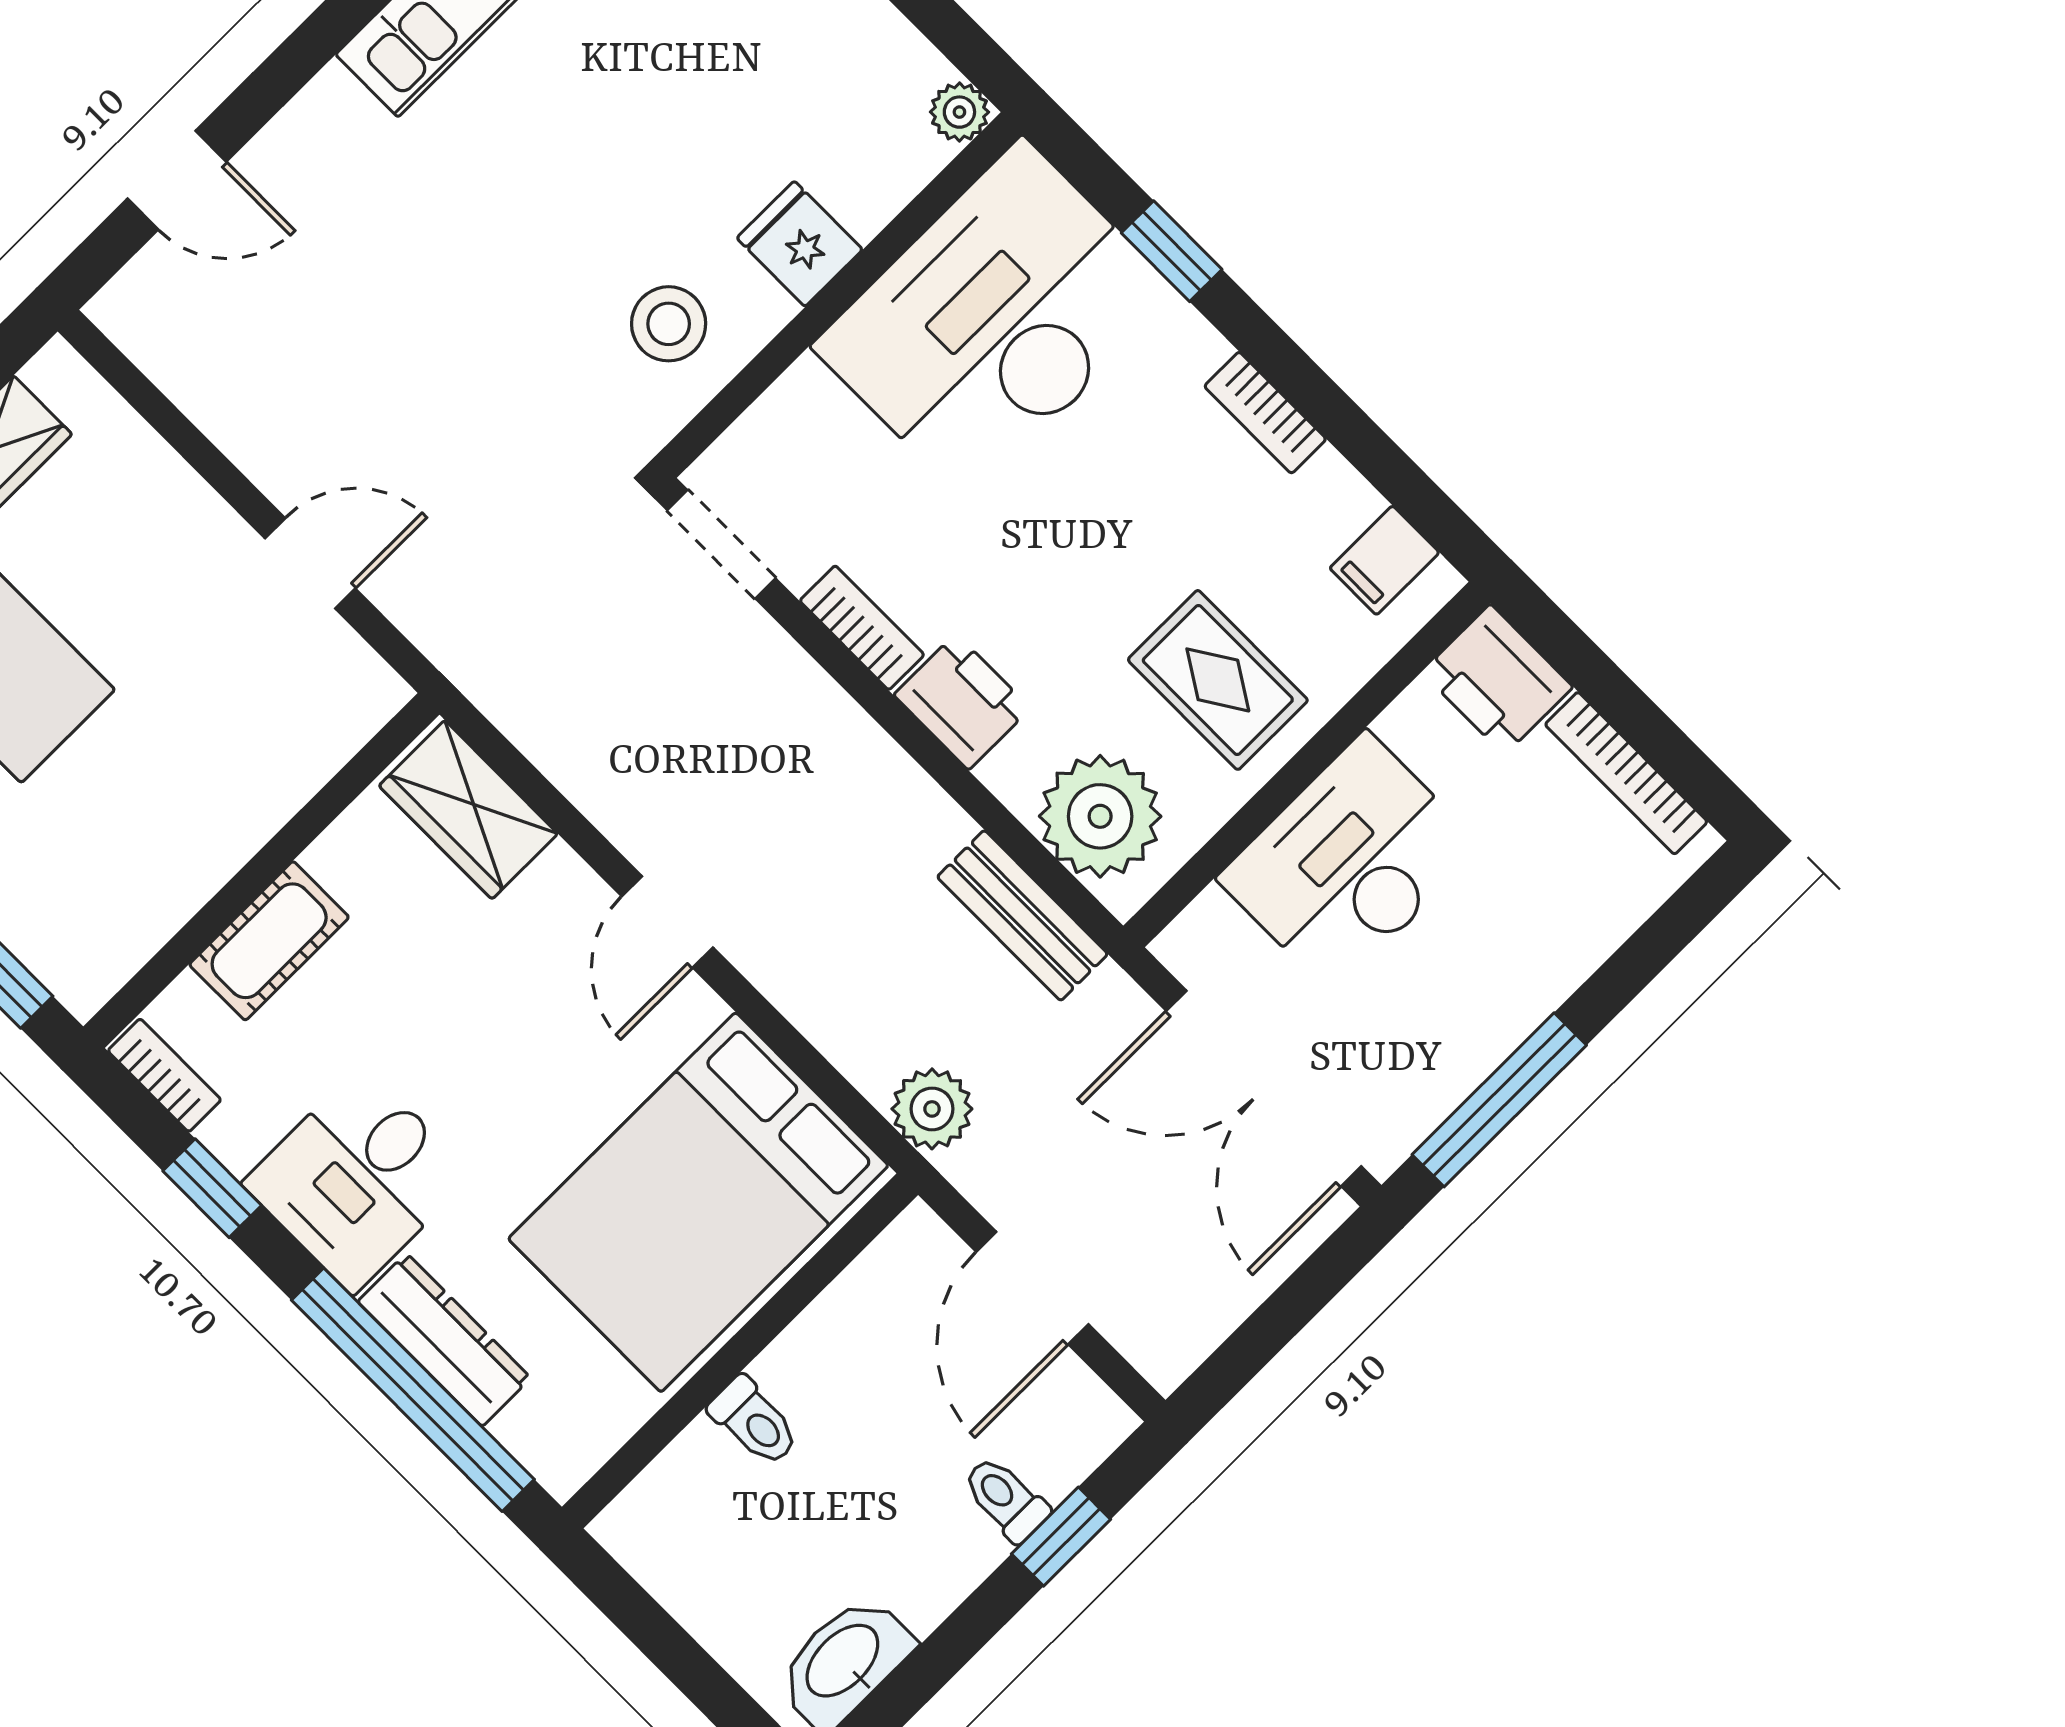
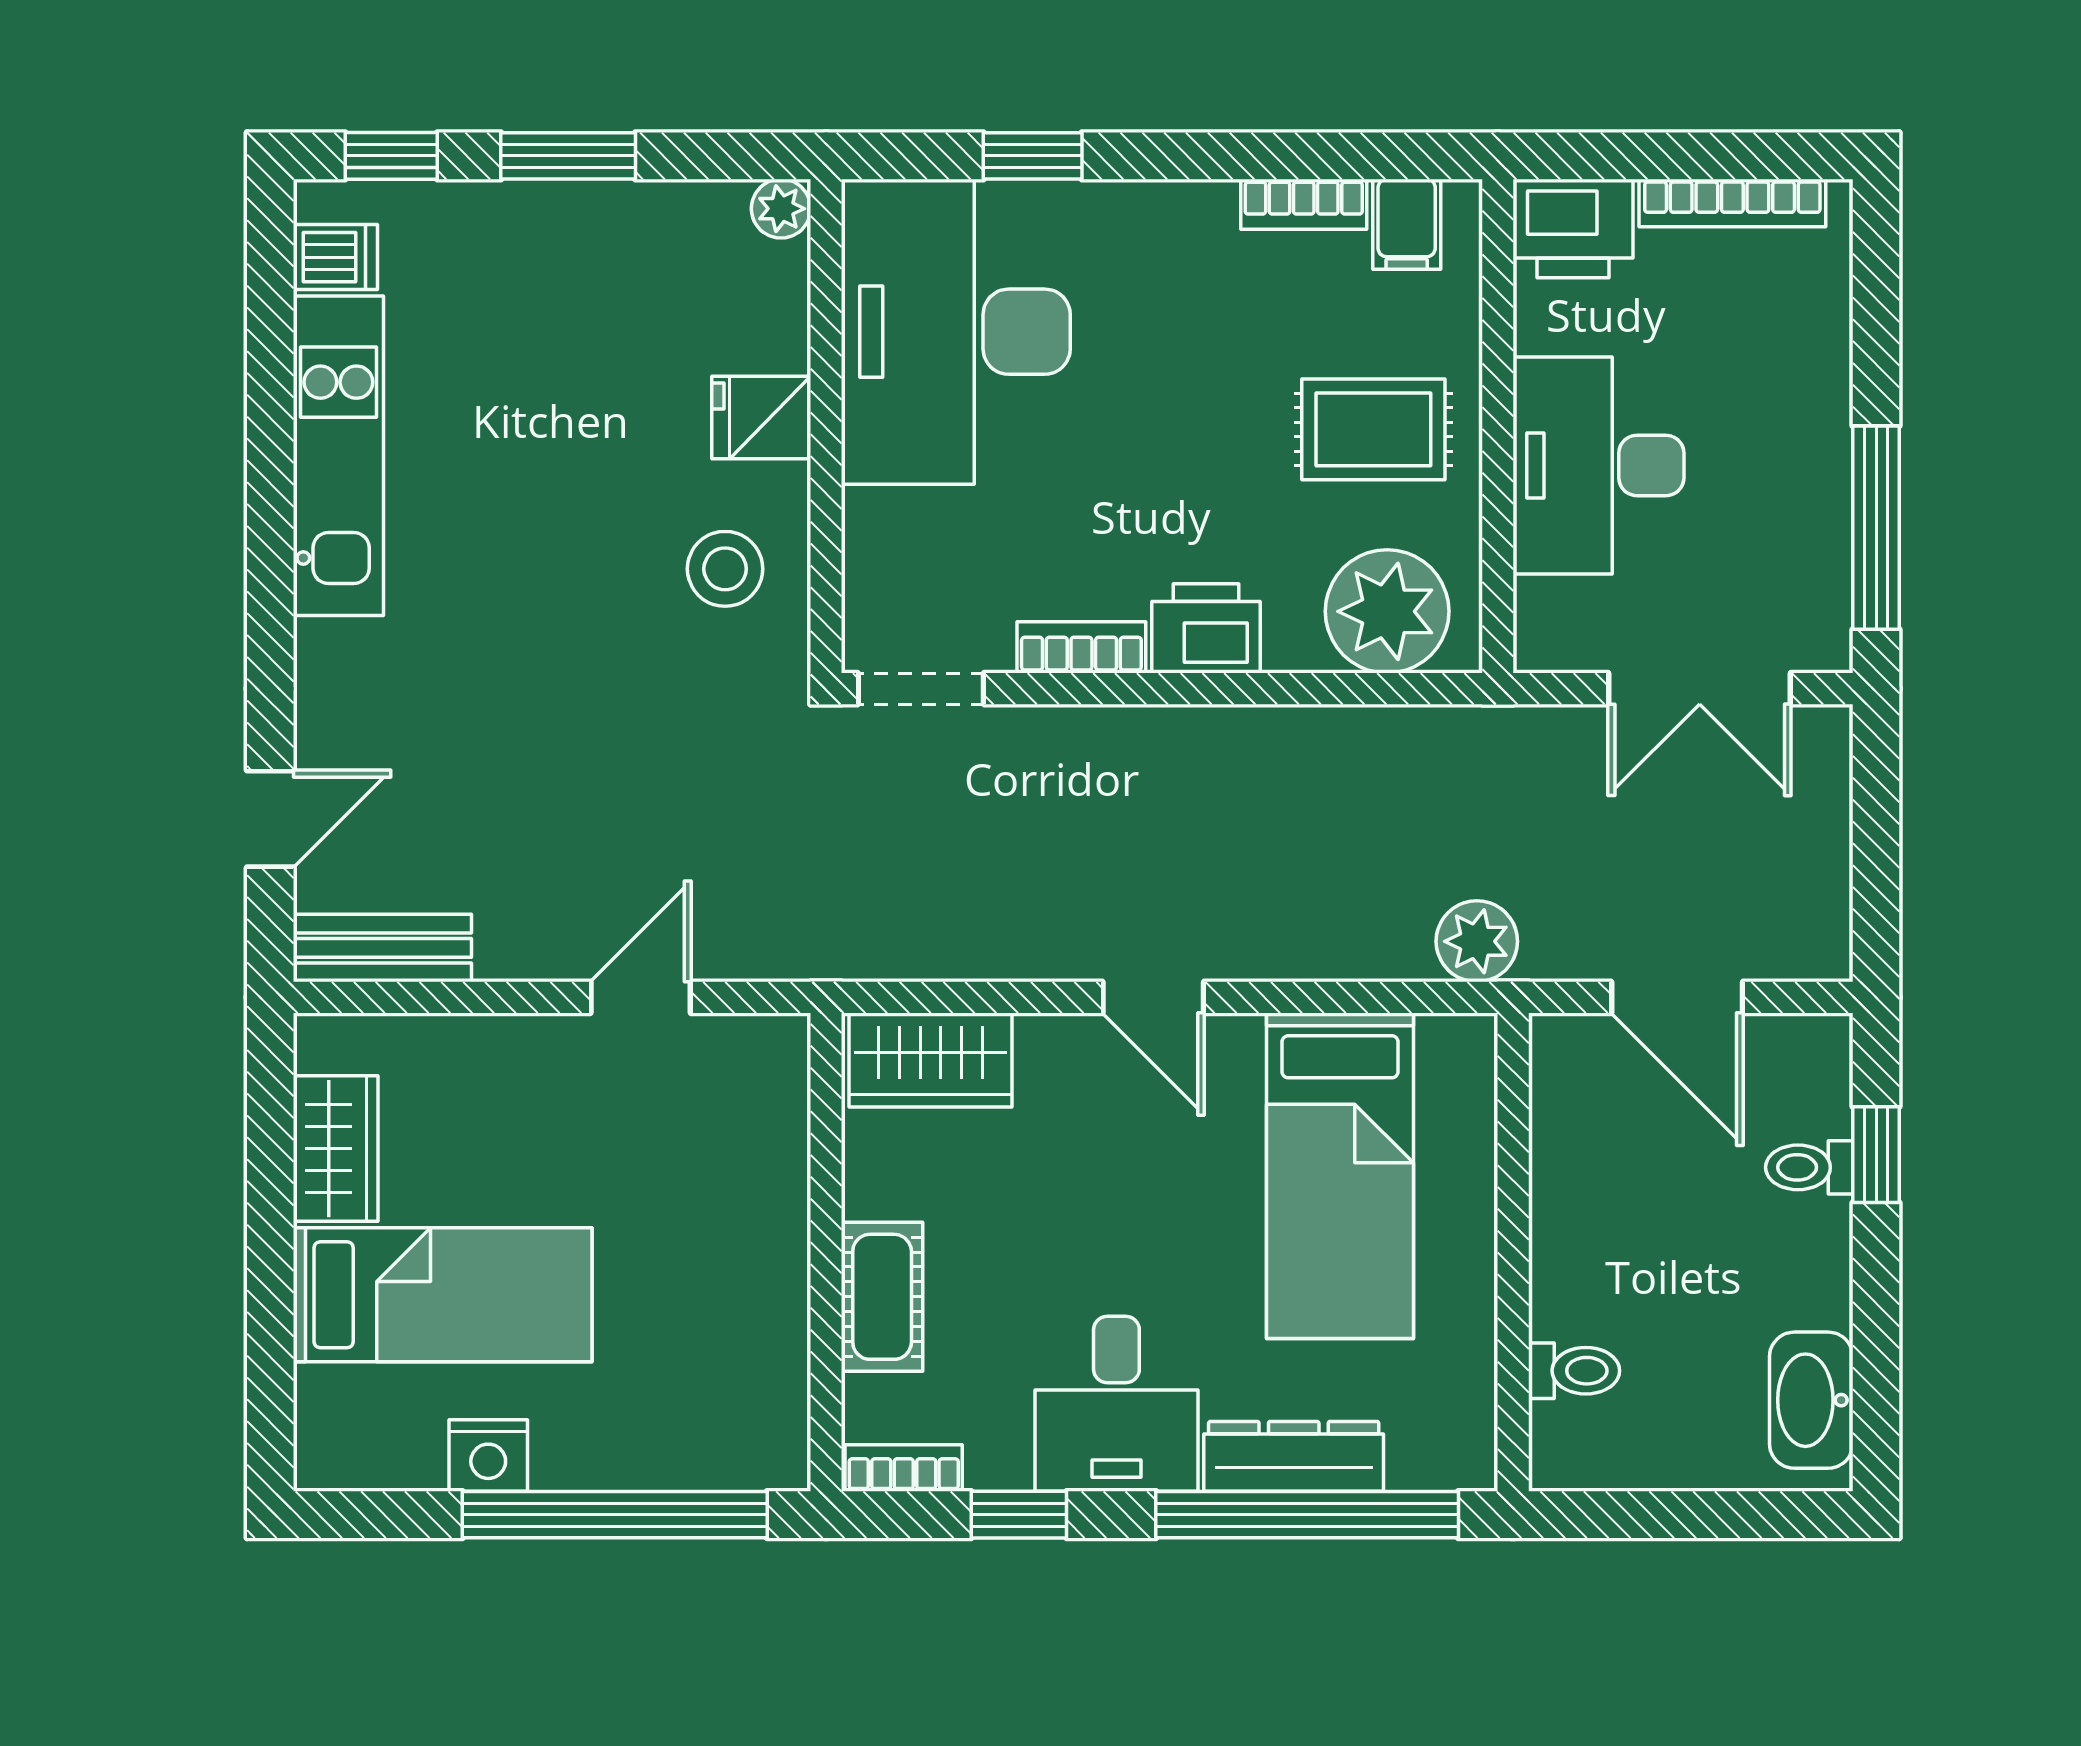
bookcase: (1265, 413) -> (1304, 204), moved
bench: (1022, 915) -> (382, 948), moved
double door: (1264, 1089) -> (1700, 689), width x0.73
bed: (698, 1202) -> (1340, 1176), width x0.67
toilet: (754, 1422) -> (1574, 1371), moved

